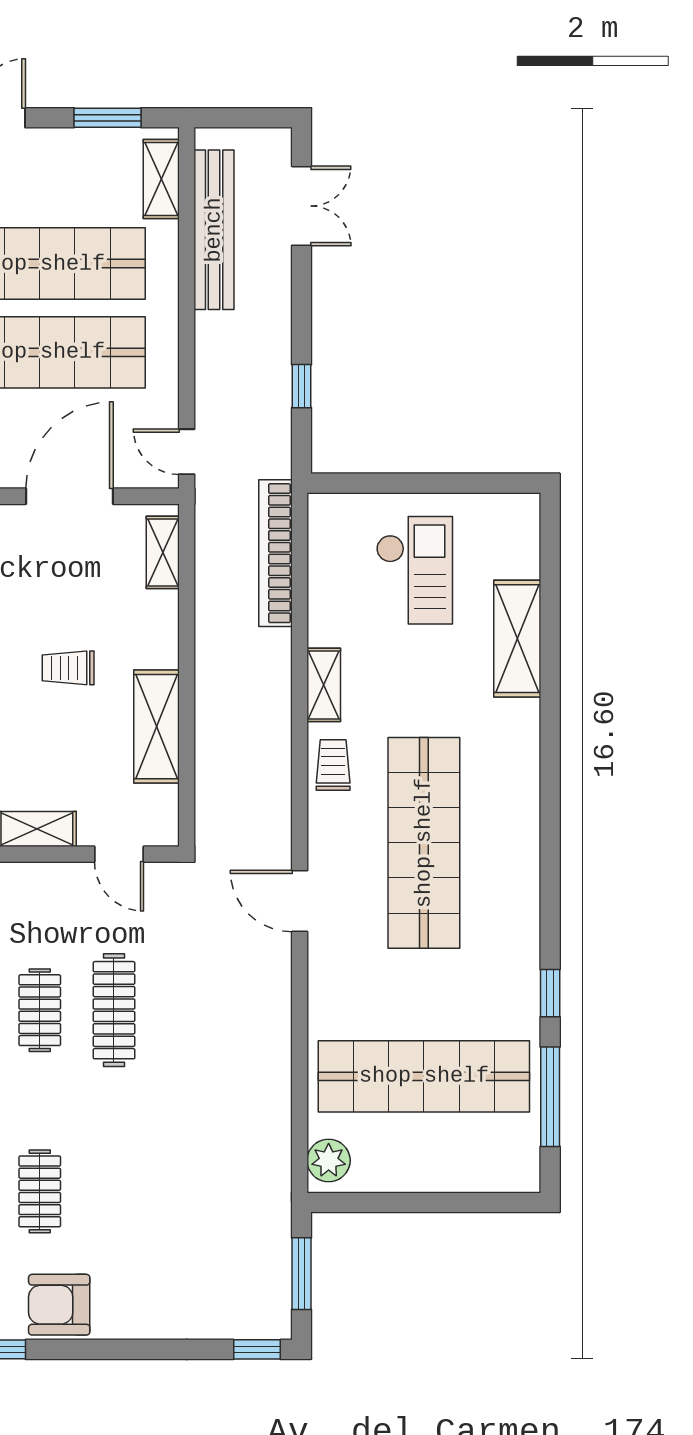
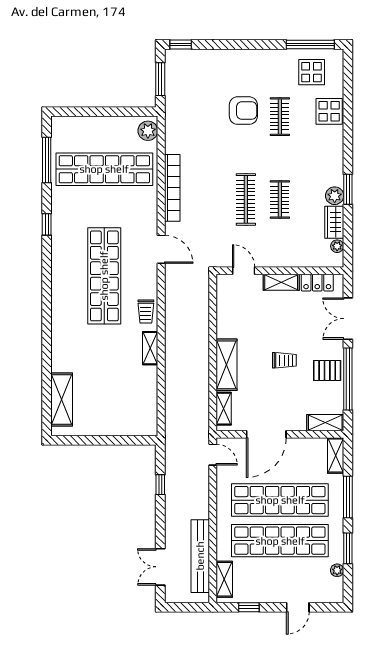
window: (108, 118) -> (249, 607), width x0.67
bookcase: (275, 553) -> (172, 188), moved
checkout: (414, 570) -> (109, 400), removed
shelving: (517, 639) -> (62, 399), moved
trolley: (68, 668) -> (284, 360), moved
shelving: (156, 727) -> (227, 365), moved
window: (550, 993) -> (47, 224), moved
armchair: (59, 1305) -> (243, 111), moved

